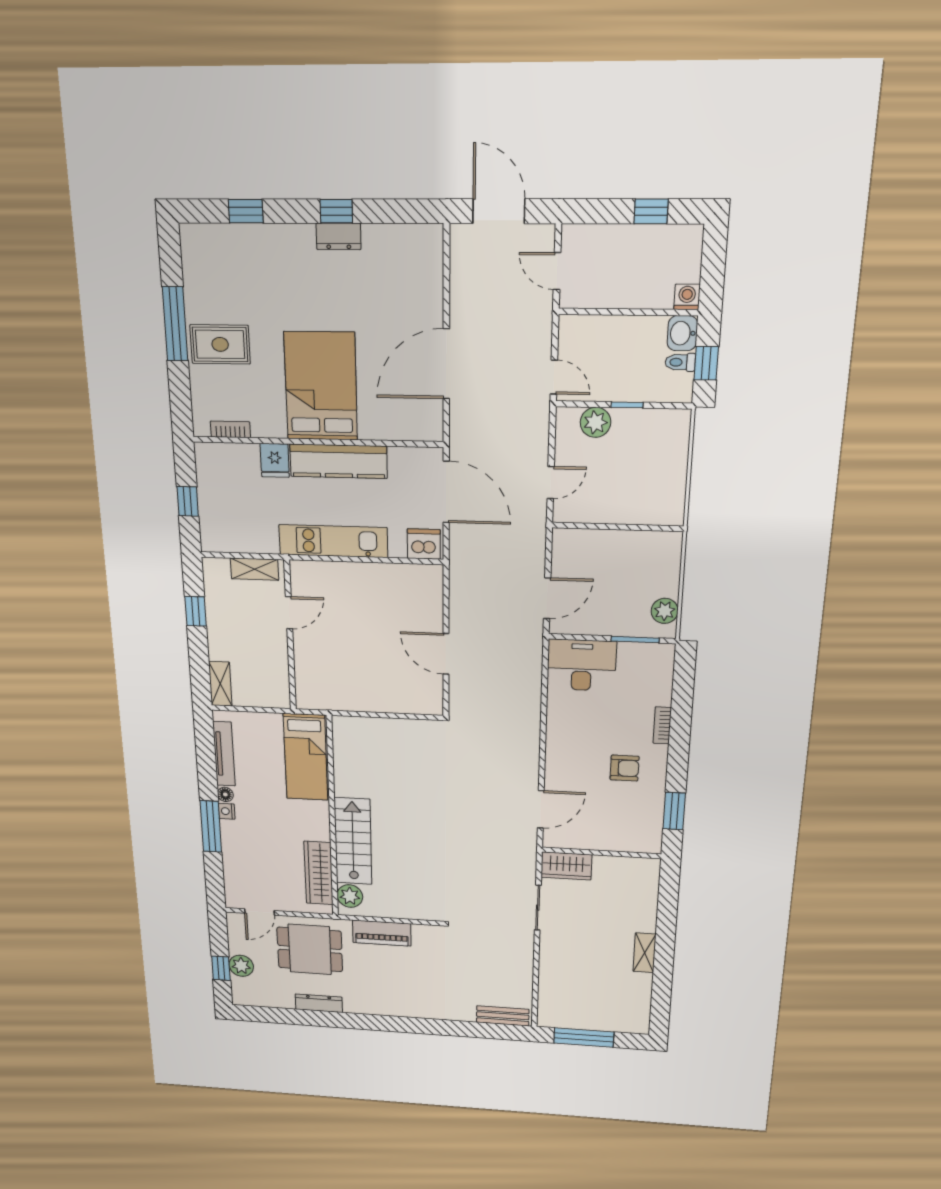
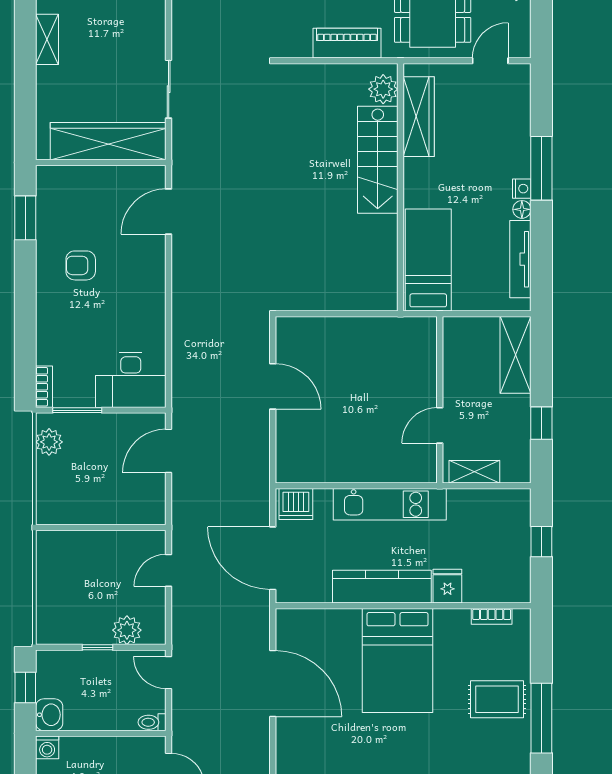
toilet: (680, 362) -> (152, 722), moved, turned 180
door: (446, 364) -> (273, 684), hinge flipped
shelving: (220, 684) -> (516, 355), width x1.50, depth x1.33
bookcase: (662, 725) -> (44, 387), moved
wardrobe: (566, 866) -> (108, 141), width x2.10, depth x1.17

